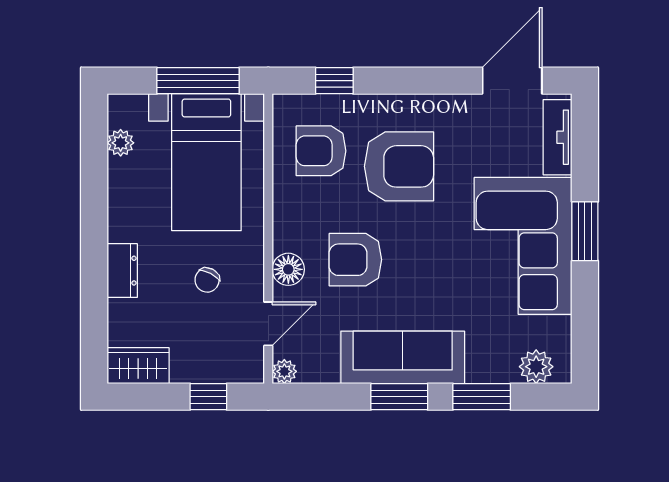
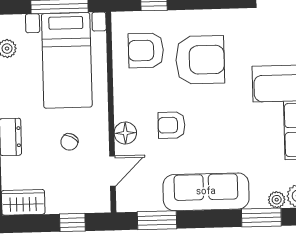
armchair: (355, 260) -> (172, 125), width x0.72, depth x0.72
plant: (284, 371) -> (277, 200), moved
window: (399, 397) -> (157, 220), moved

